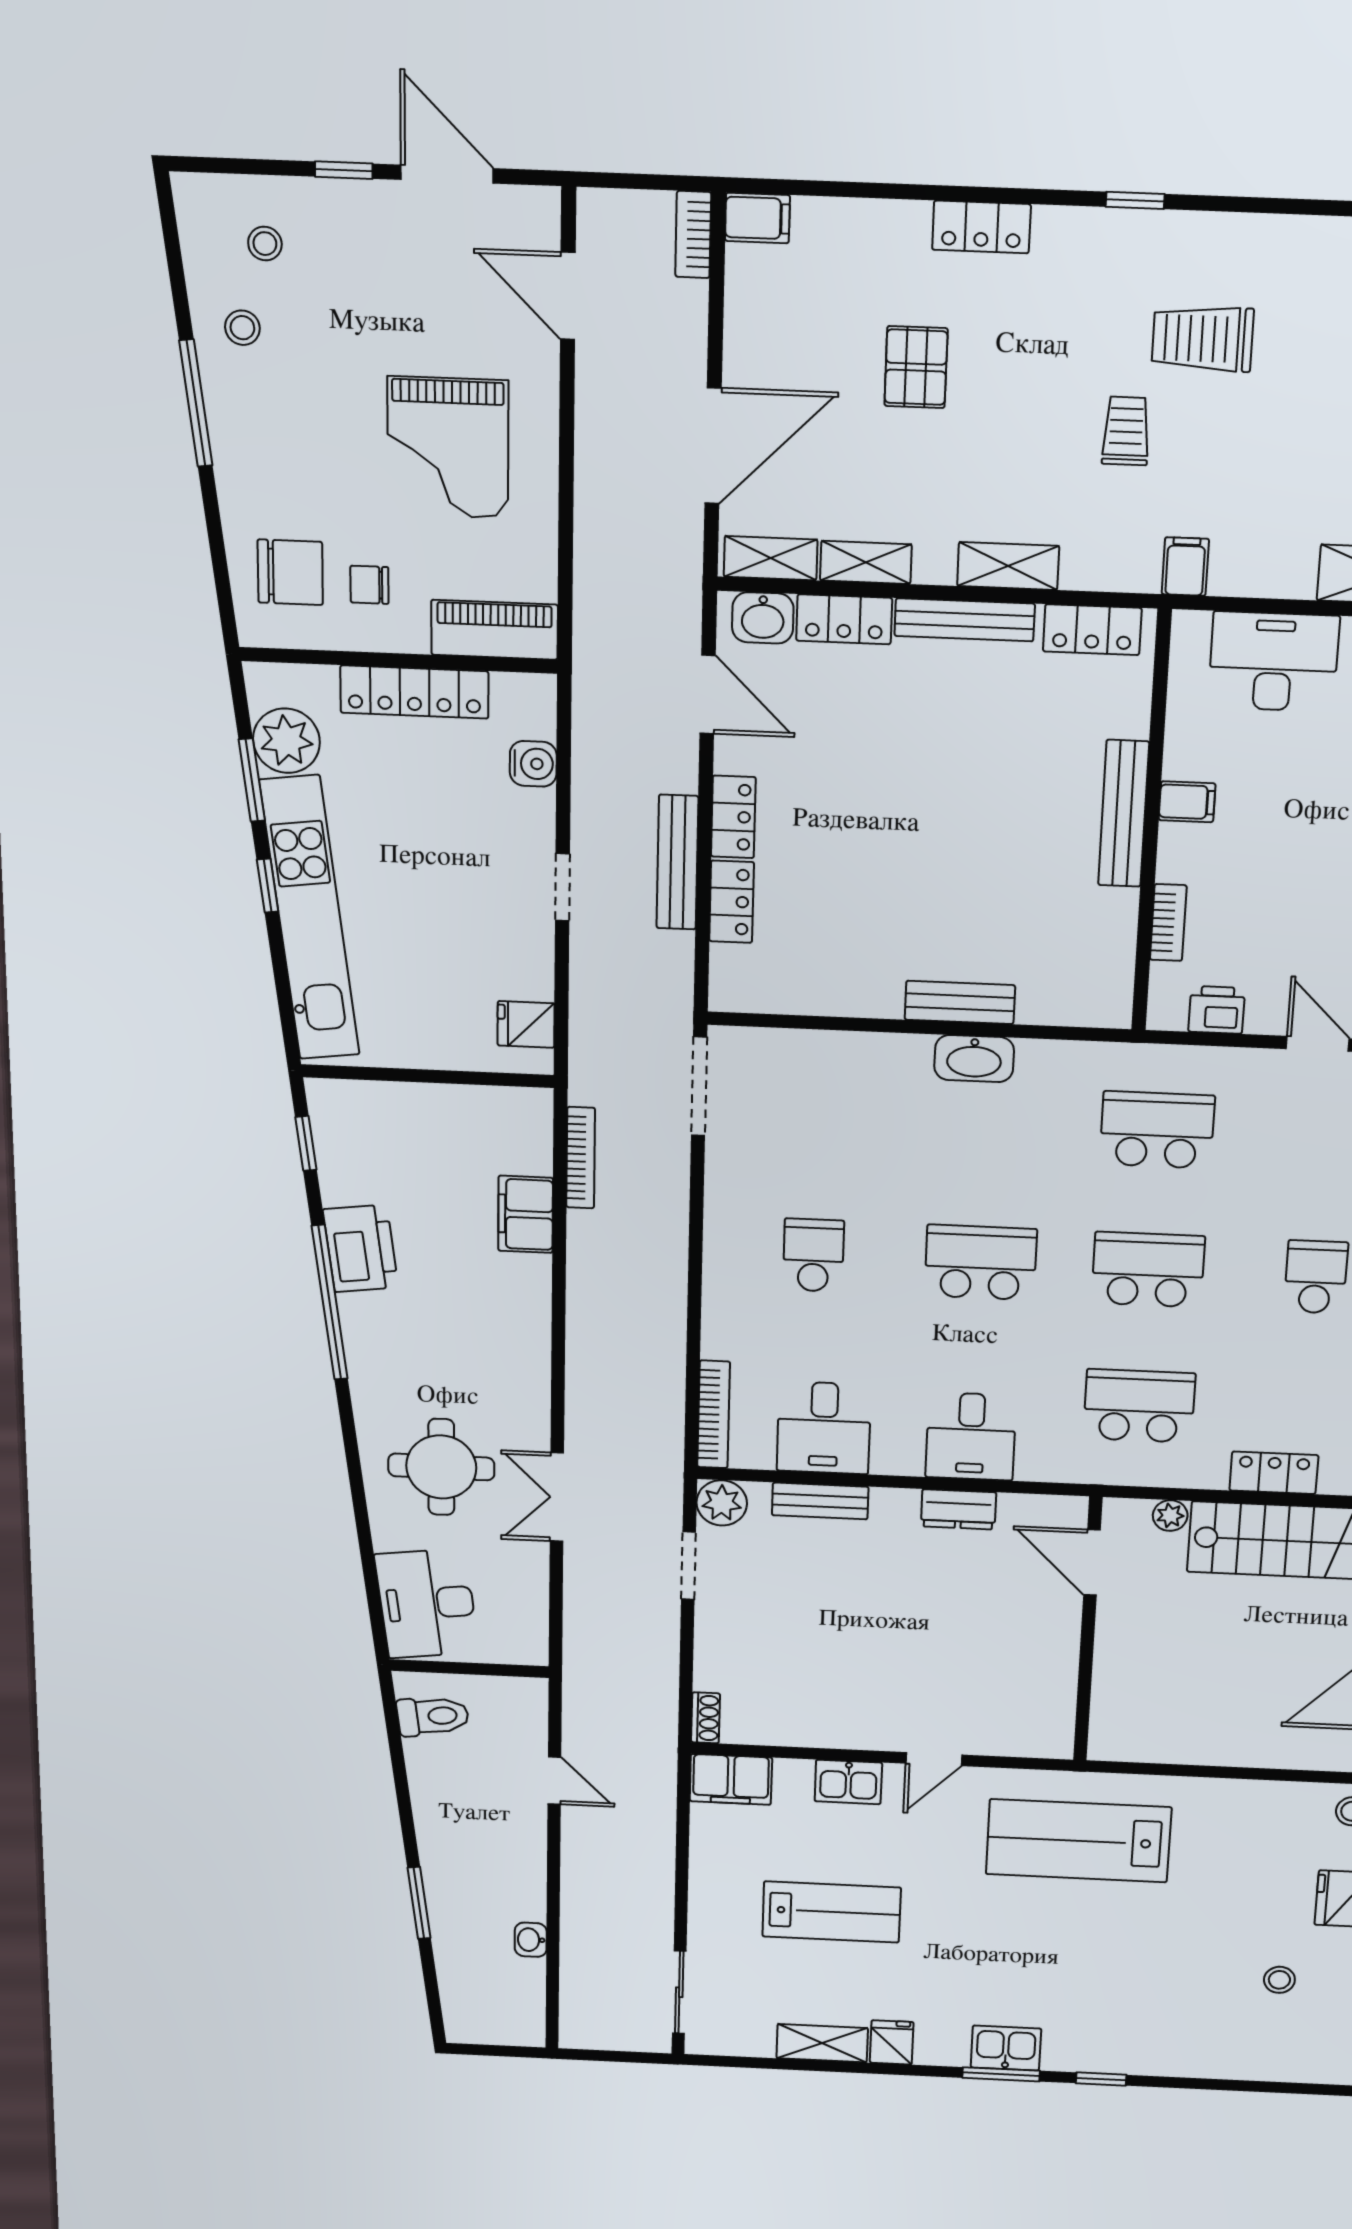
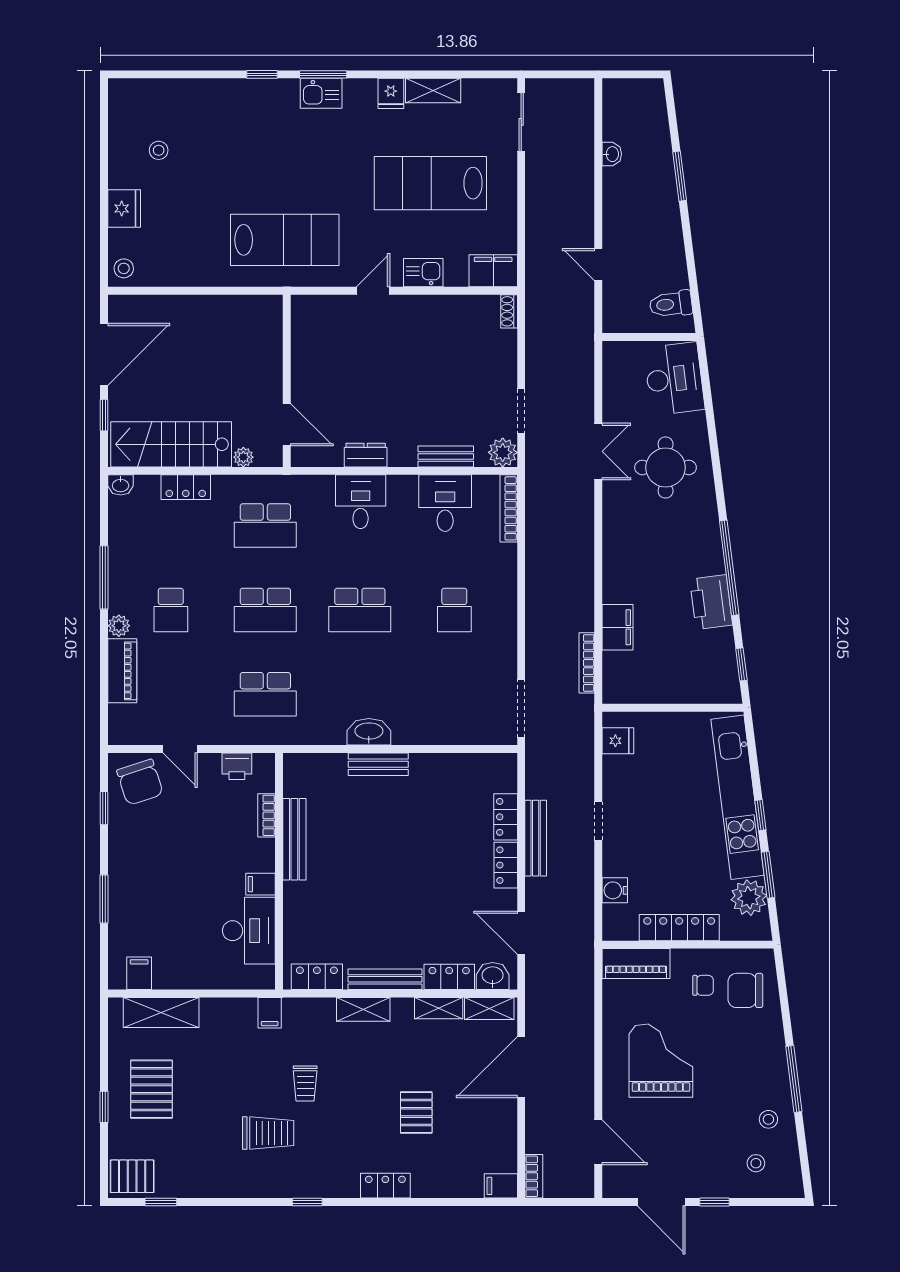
desk: (1274, 662) -> (249, 931), moved, turned -90
bench: (1124, 814) -> (294, 839), moved
lab bench: (832, 1912) -> (430, 183), width x1.36, depth x1.39

